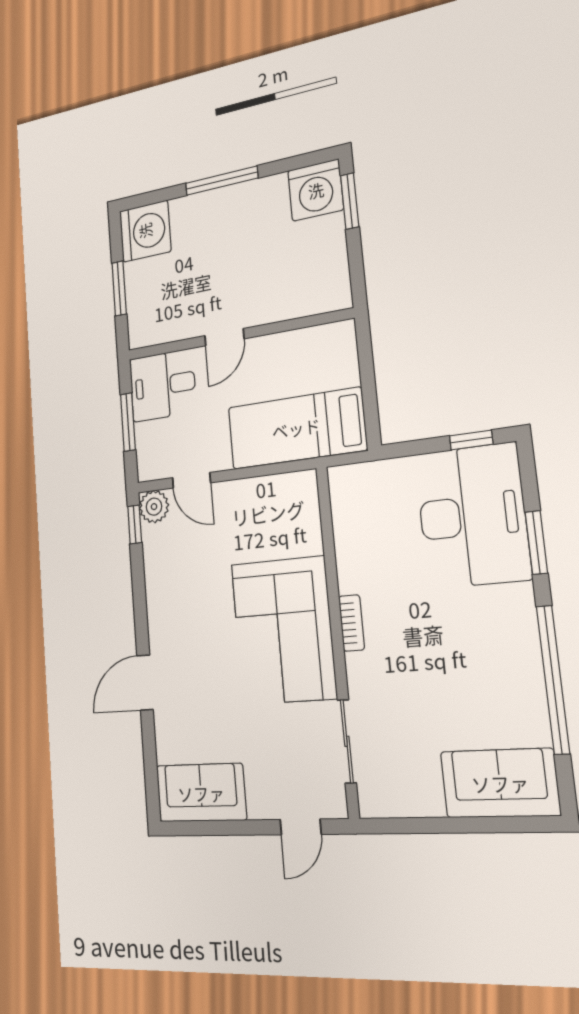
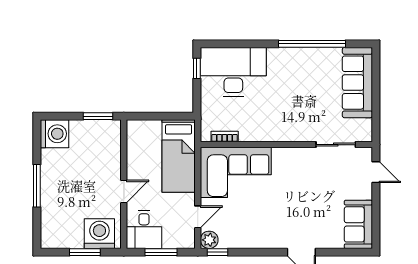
window: (350, 201) -> (98, 116), moved
washing machine: (145, 231) -> (99, 234), moved
door: (224, 337) -> (124, 191), hinge flipped
window: (536, 543) -> (249, 44), removed
bookcase: (351, 623) -> (225, 137), moved
corner sofa: (283, 630) -> (236, 172), moved
sofa: (500, 783) -> (357, 83), width x1.36

